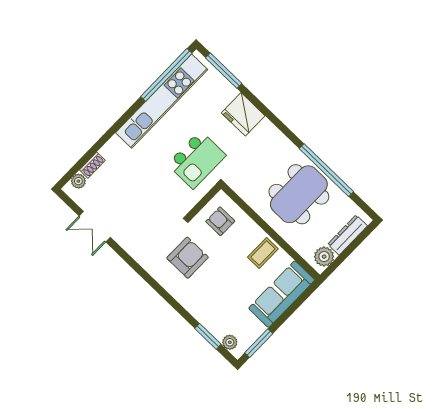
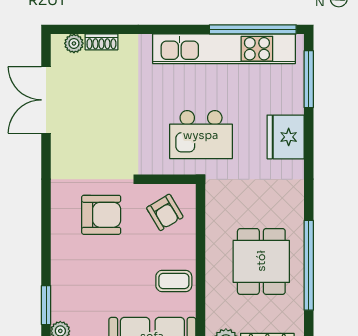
dining table: (299, 194) -> (261, 261), width x0.73
armchair: (220, 221) -> (165, 212), turned 149
double door: (95, 227) -> (46, 100), width x1.37

